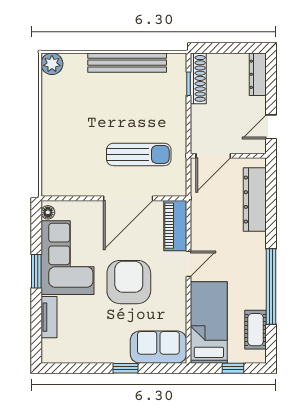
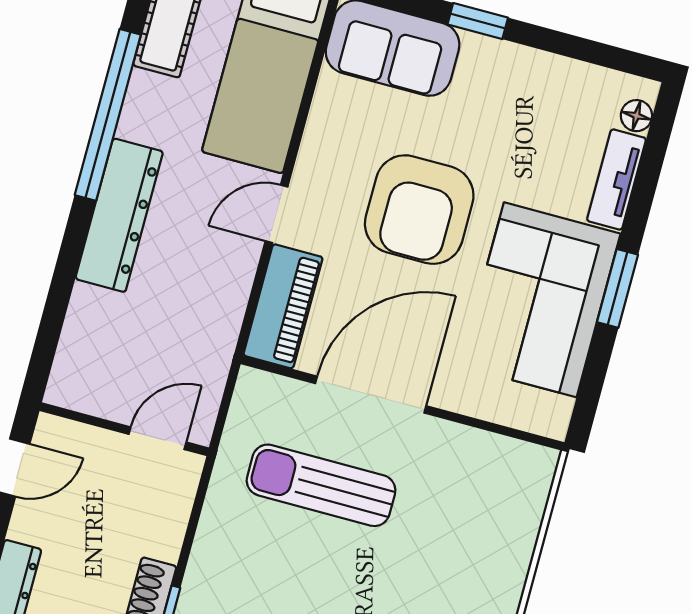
door: (213, 156) -> (157, 438), width x0.73
dresser: (255, 200) -> (119, 215), moved
floor lamp: (48, 212) -> (636, 116), moved

